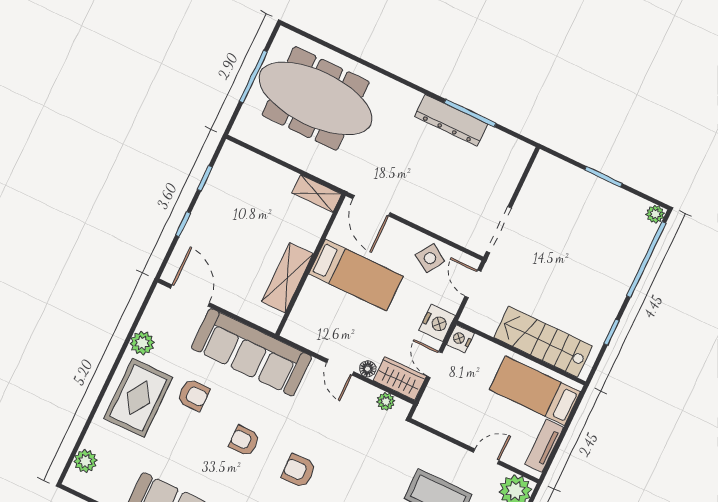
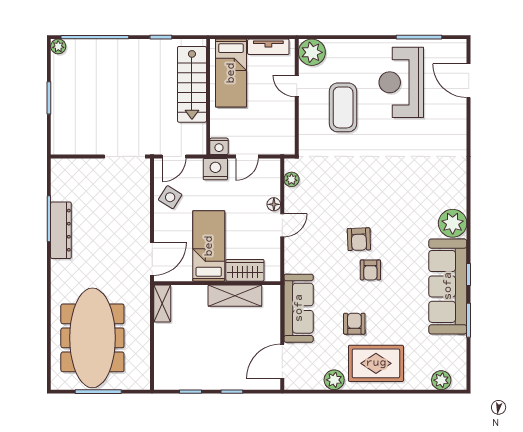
sofa: (251, 352) -> (299, 308), width x0.74, depth x0.79
wardrobe: (400, 378) -> (245, 270), moved, turned 90
armchair: (299, 471) -> (359, 239), moved

